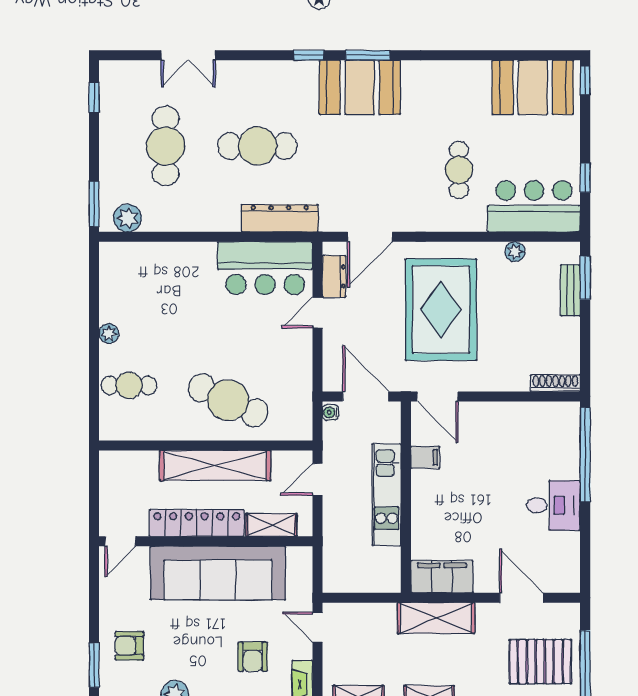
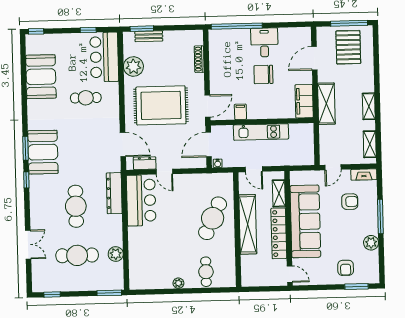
booth: (533, 87) -> (41, 77), moved
plant: (128, 218) -> (116, 254), moved
plant: (515, 252) -> (133, 66), width x1.87, depth x1.87
shoe rack: (555, 383) -> (199, 59), moved
chair: (494, 502) -> (263, 75), added

